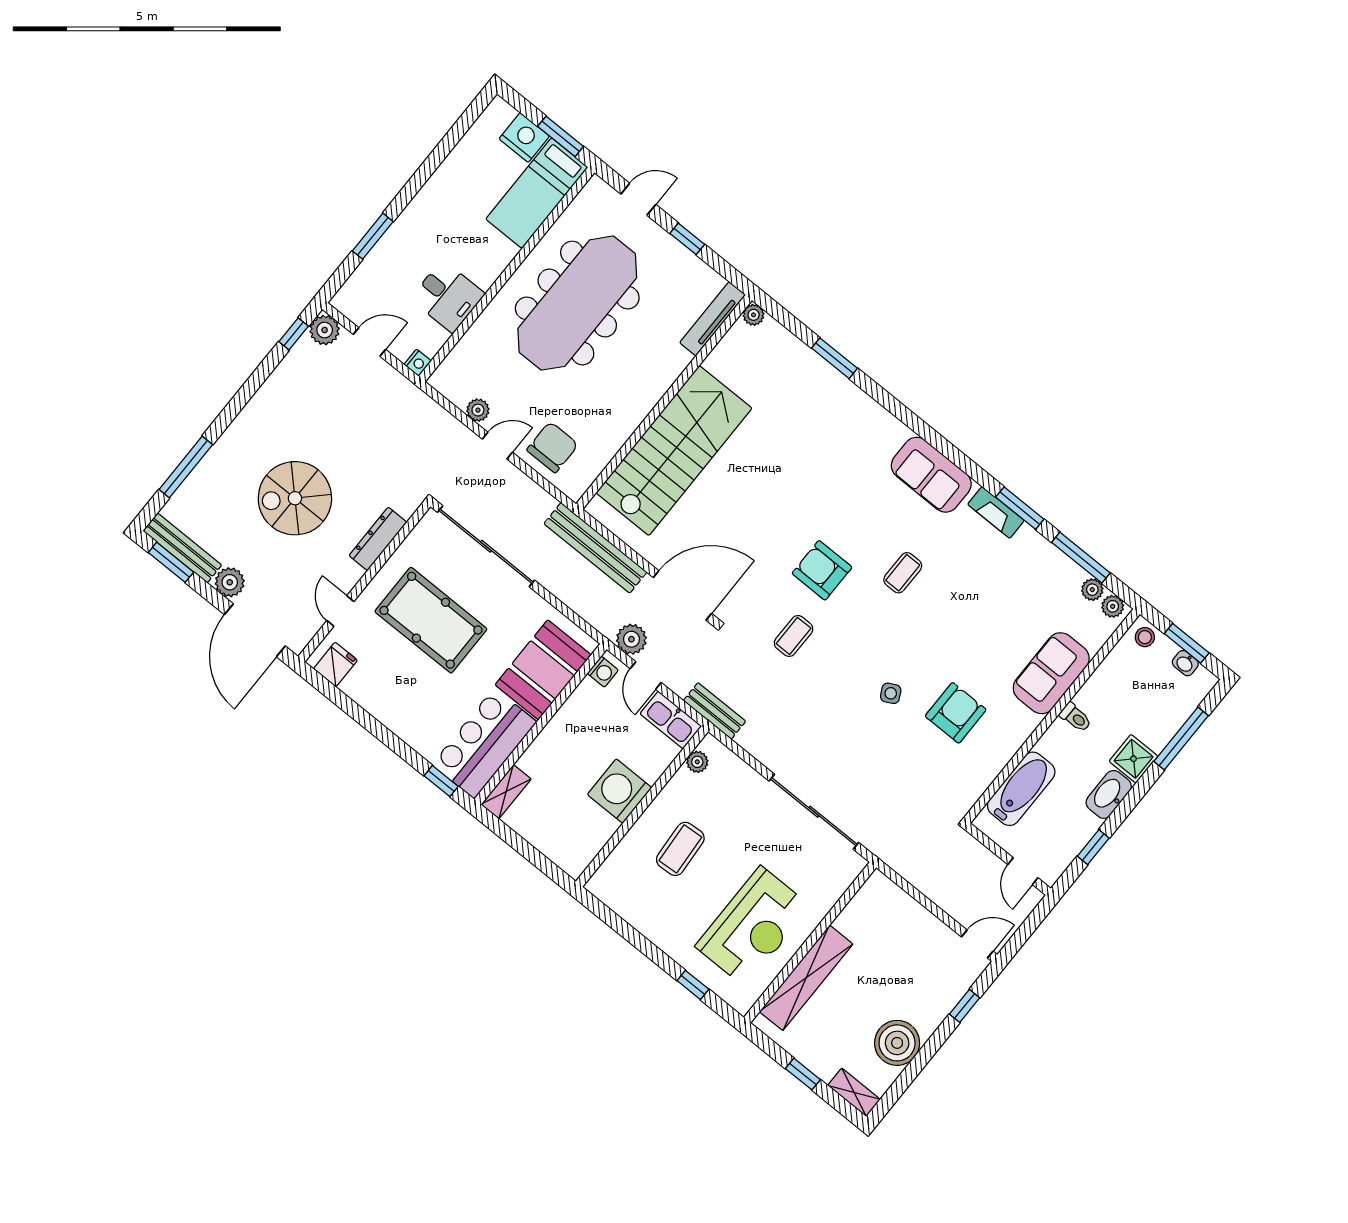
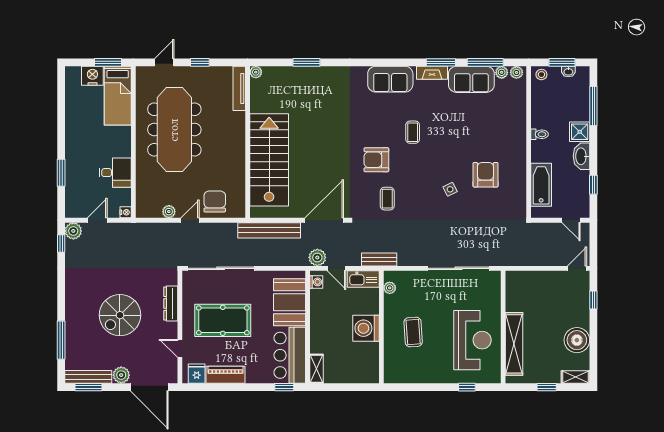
sofa: (1051, 673) -> (471, 79), moved, turned -90
piano: (374, 698) -> (225, 375), added

